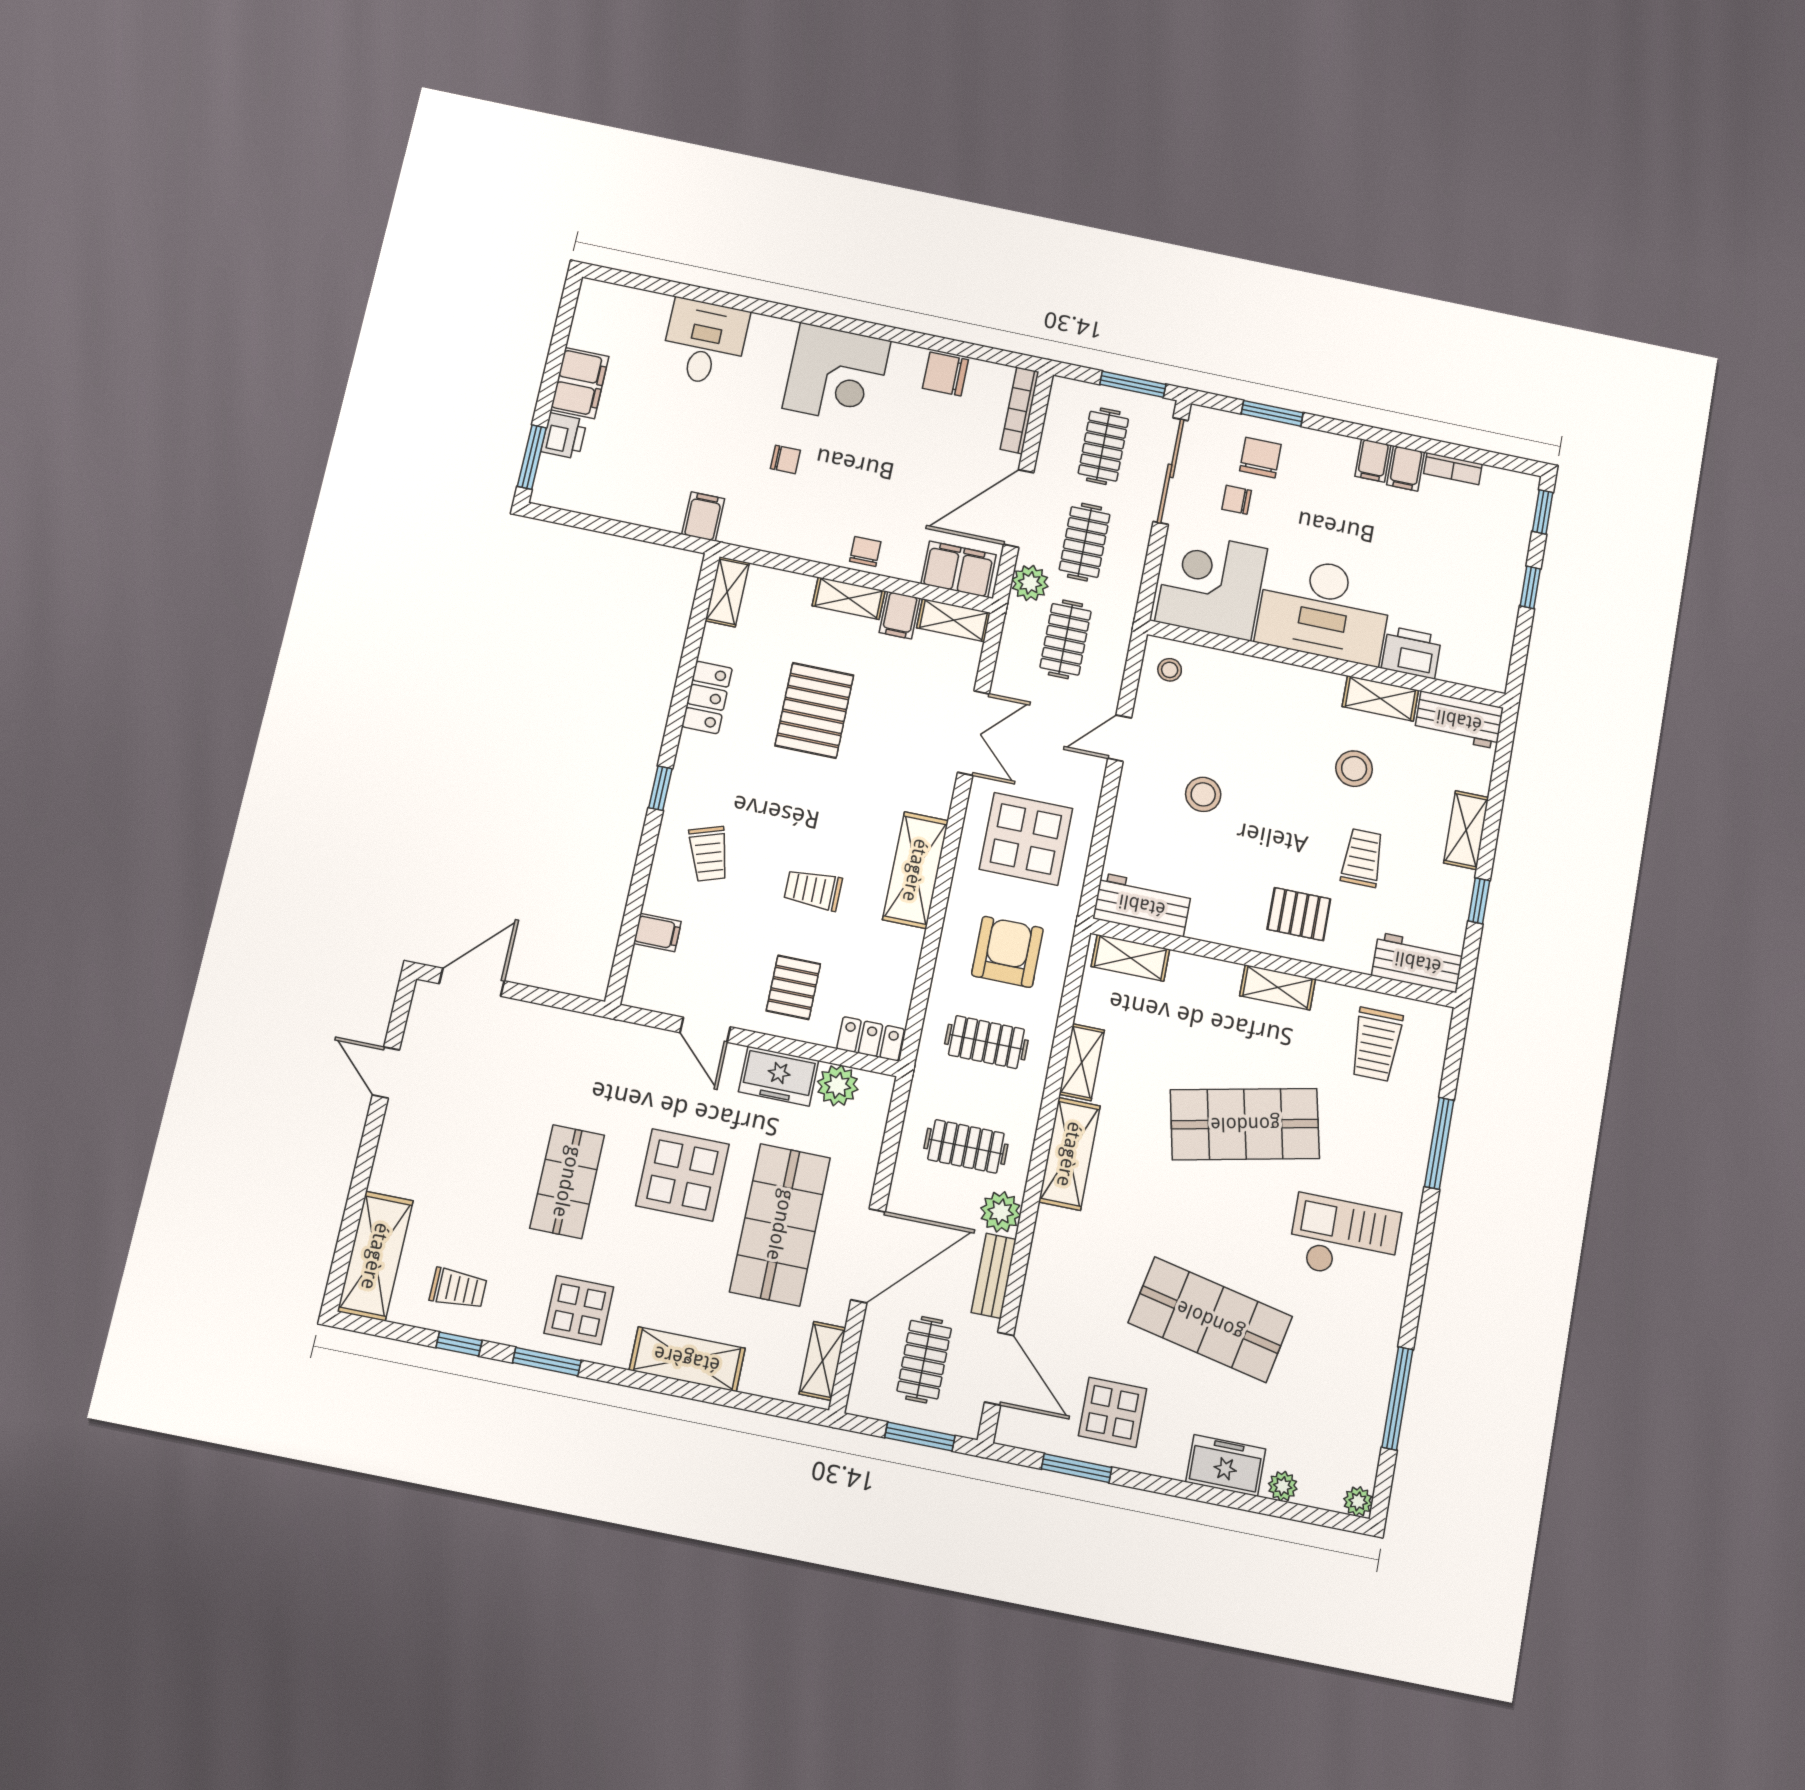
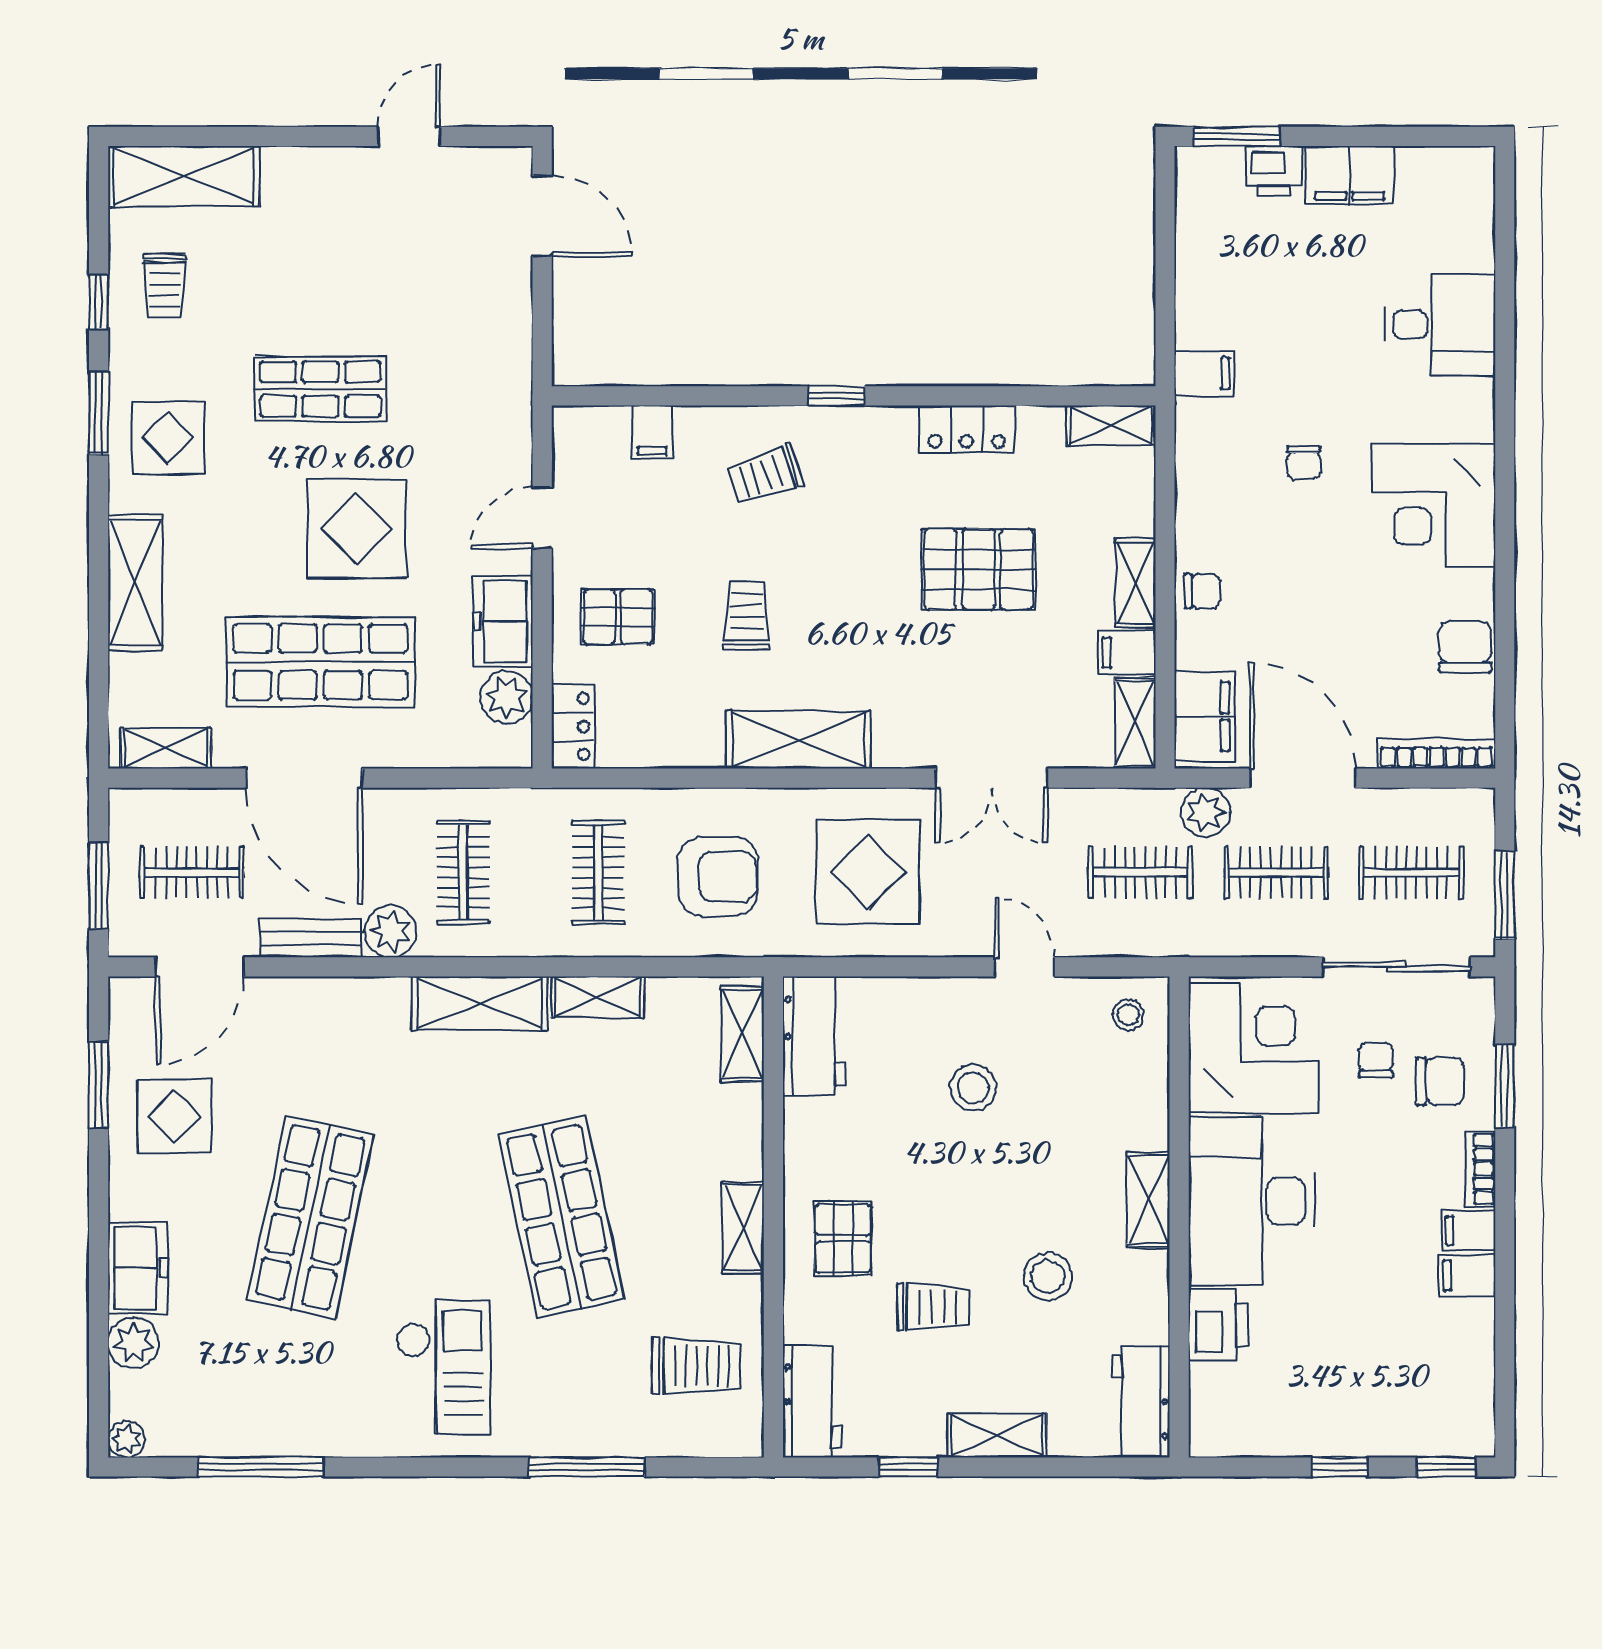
bookcase: (1453, 469) -> (1480, 1169), moved
shelving: (1380, 698) -> (1148, 1200), moved
trolley: (1376, 1044) -> (696, 1366), turned 180
plant: (1283, 1486) -> (133, 1343), width x1.38, depth x1.38

